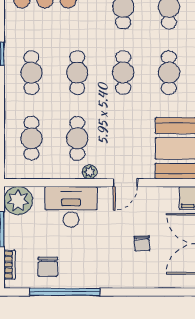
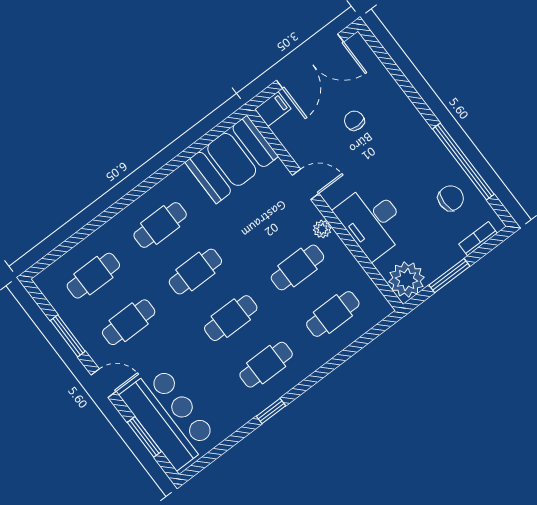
chair: (142, 243) -> (354, 121), turned -87

